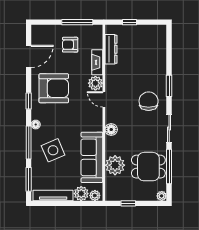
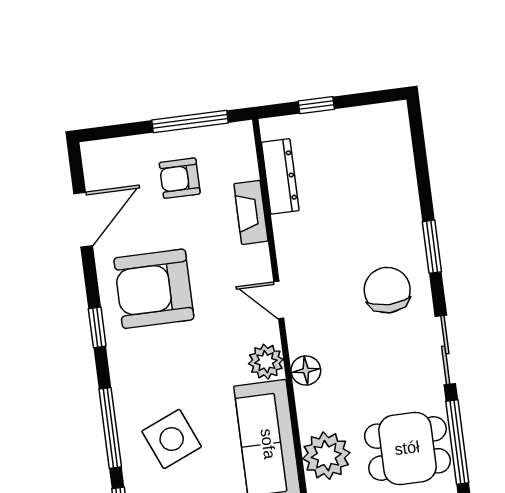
plant: (95, 83) -> (266, 362), moved
armchair: (54, 88) -> (154, 289), turned 180
floor lamp: (36, 125) -> (122, 382), removed

